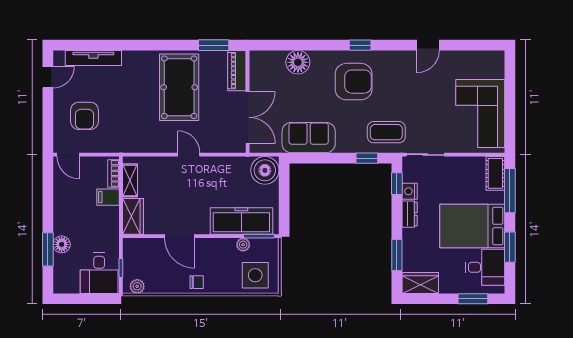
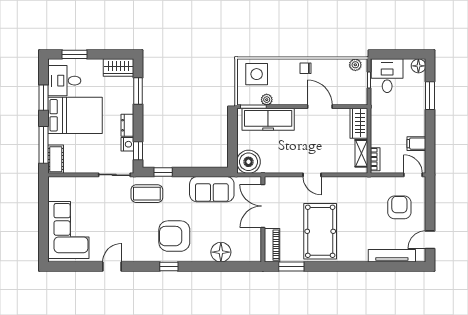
corner sofa: (480, 114) -> (68, 230), moved
filing cabinet: (108, 197) -> (416, 144), moved, turned 180
floor lamp: (62, 244) -> (418, 66), moved

